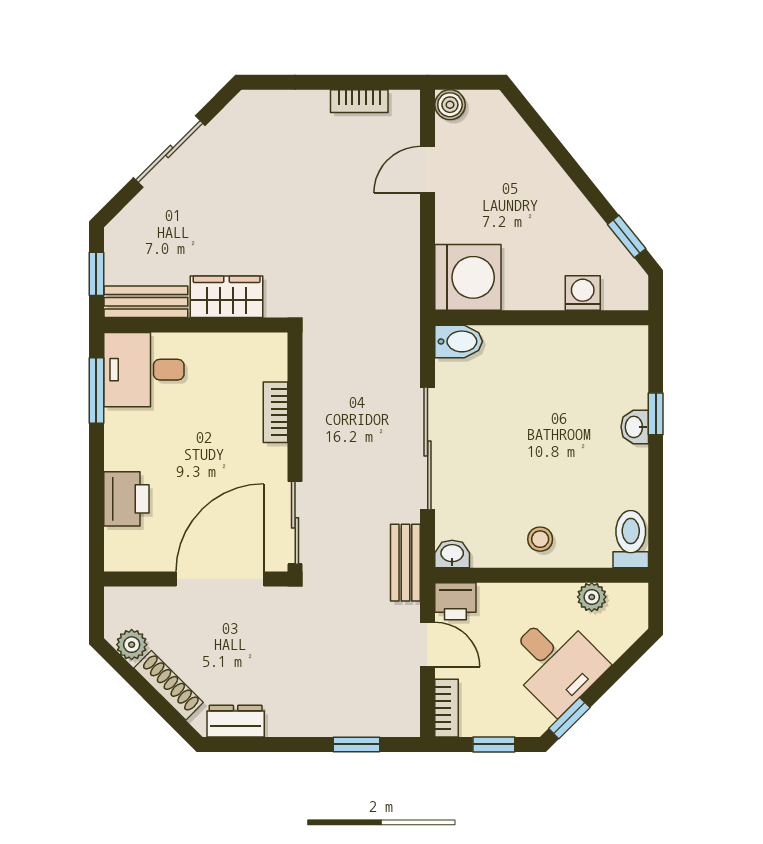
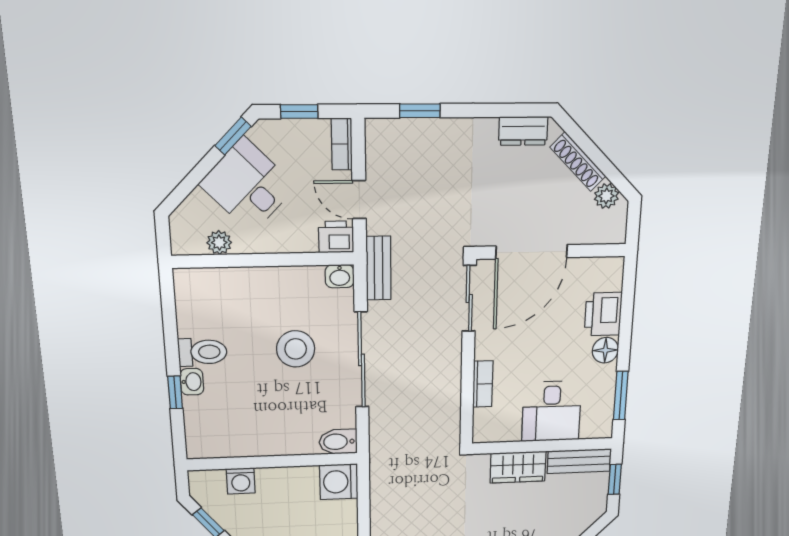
washing machine: (468, 277) -> (339, 482), width x0.73, depth x0.73
desk: (144, 370) -> (551, 411), moved, turned 90
floor lamp: (121, 452) -> (605, 350), added
stool: (540, 539) -> (296, 349), moved, width x1.89, depth x1.89
toilet: (631, 539) -> (203, 352), moved, turned -90

